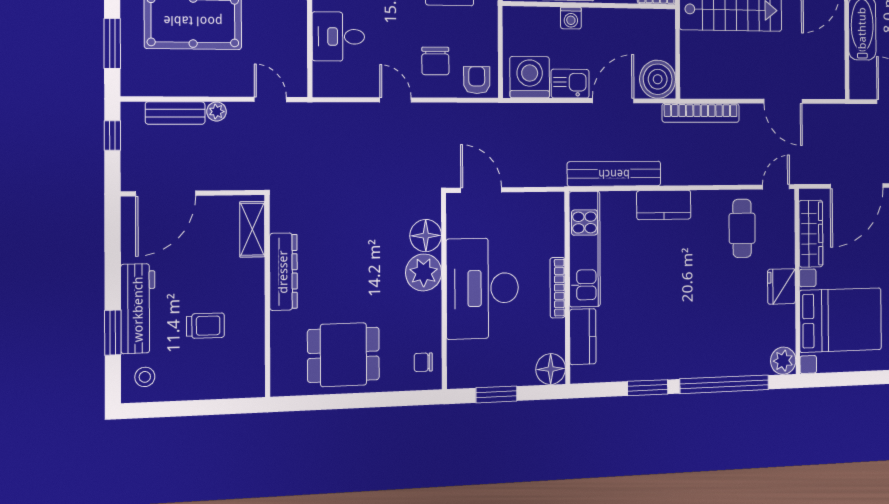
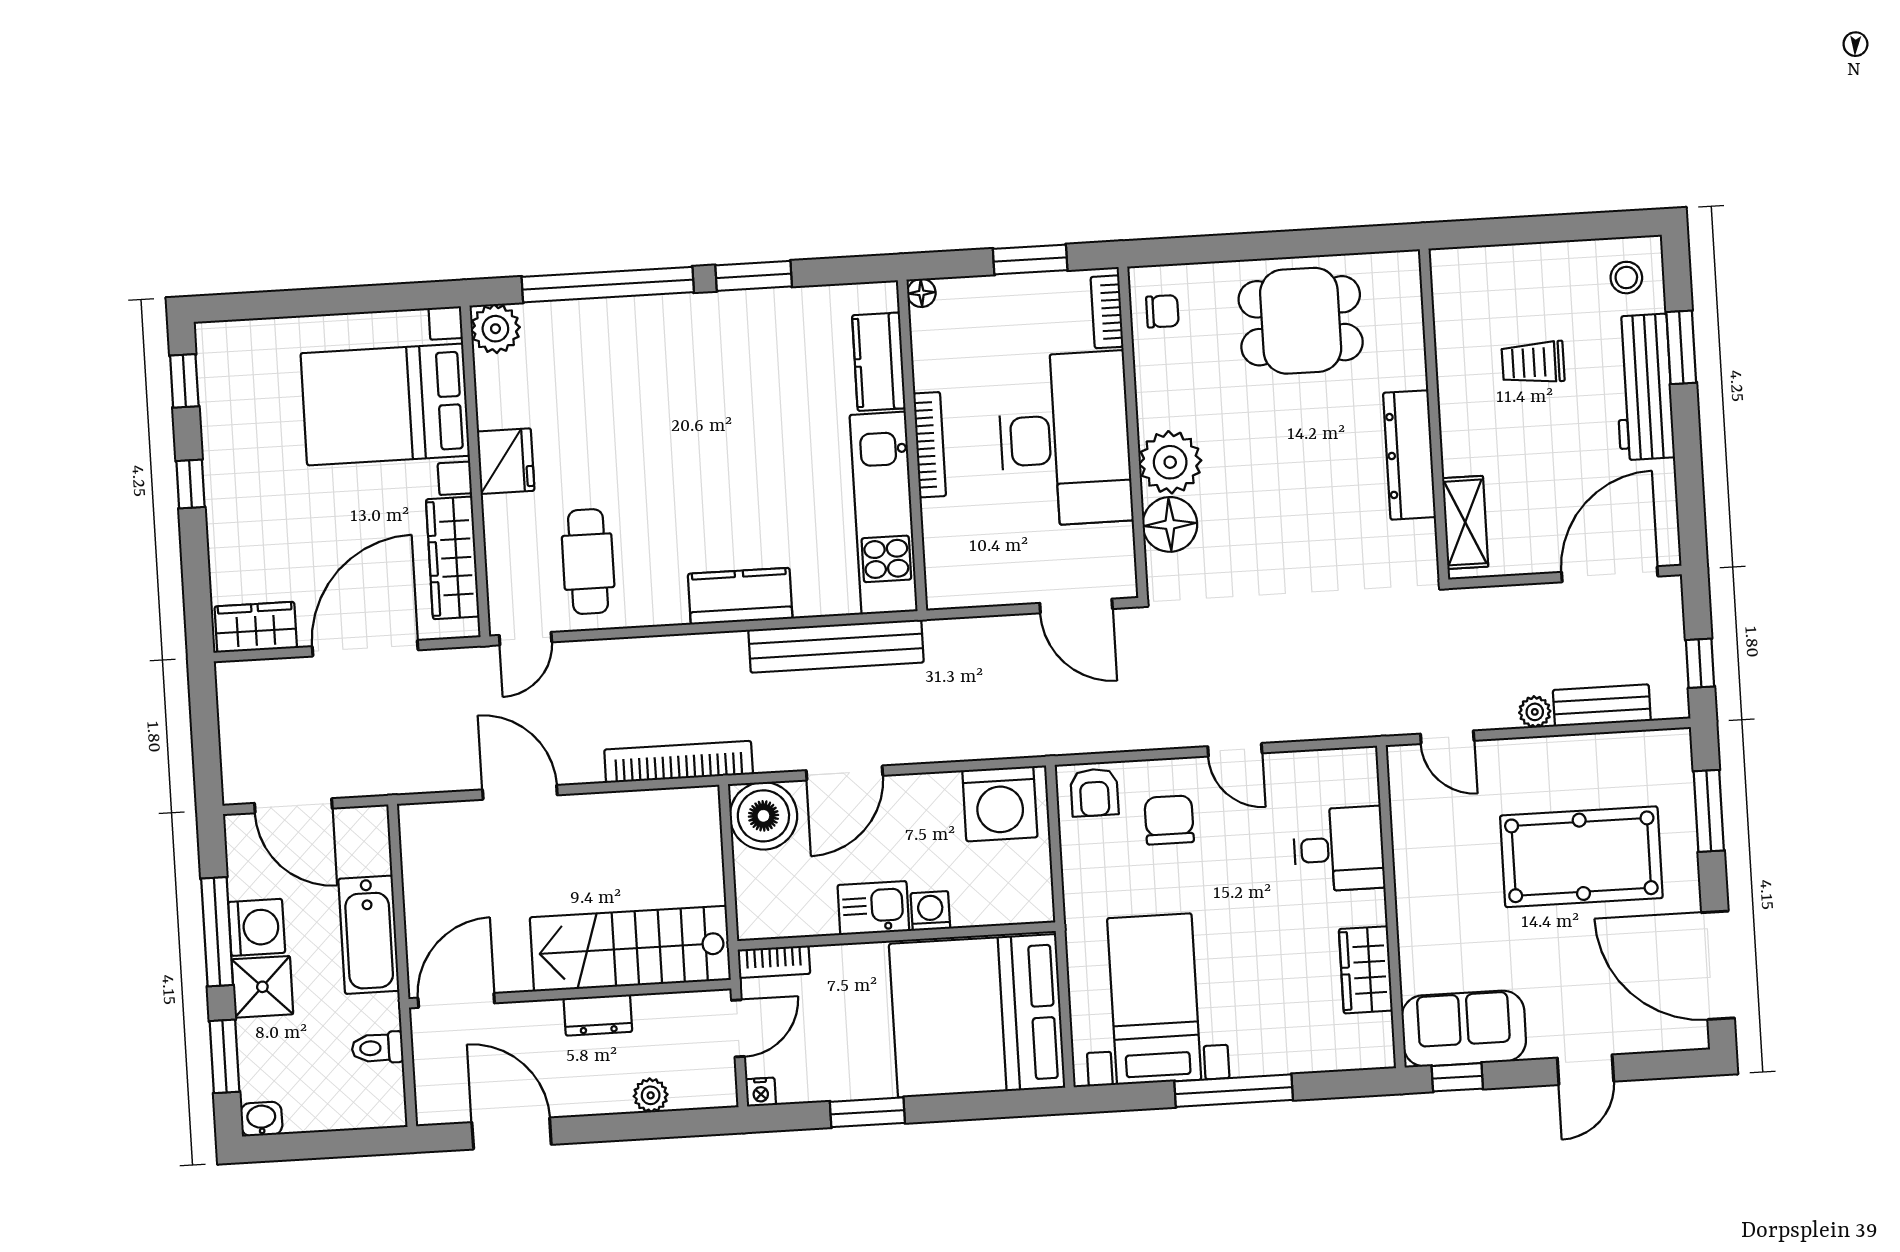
kitchen sink: (570, 84) -> (873, 908), moved, turned 180
bookcase: (455, 363) -> (1107, 312), added
floor lamp: (551, 369) -> (921, 293), width x0.53, depth x0.53

